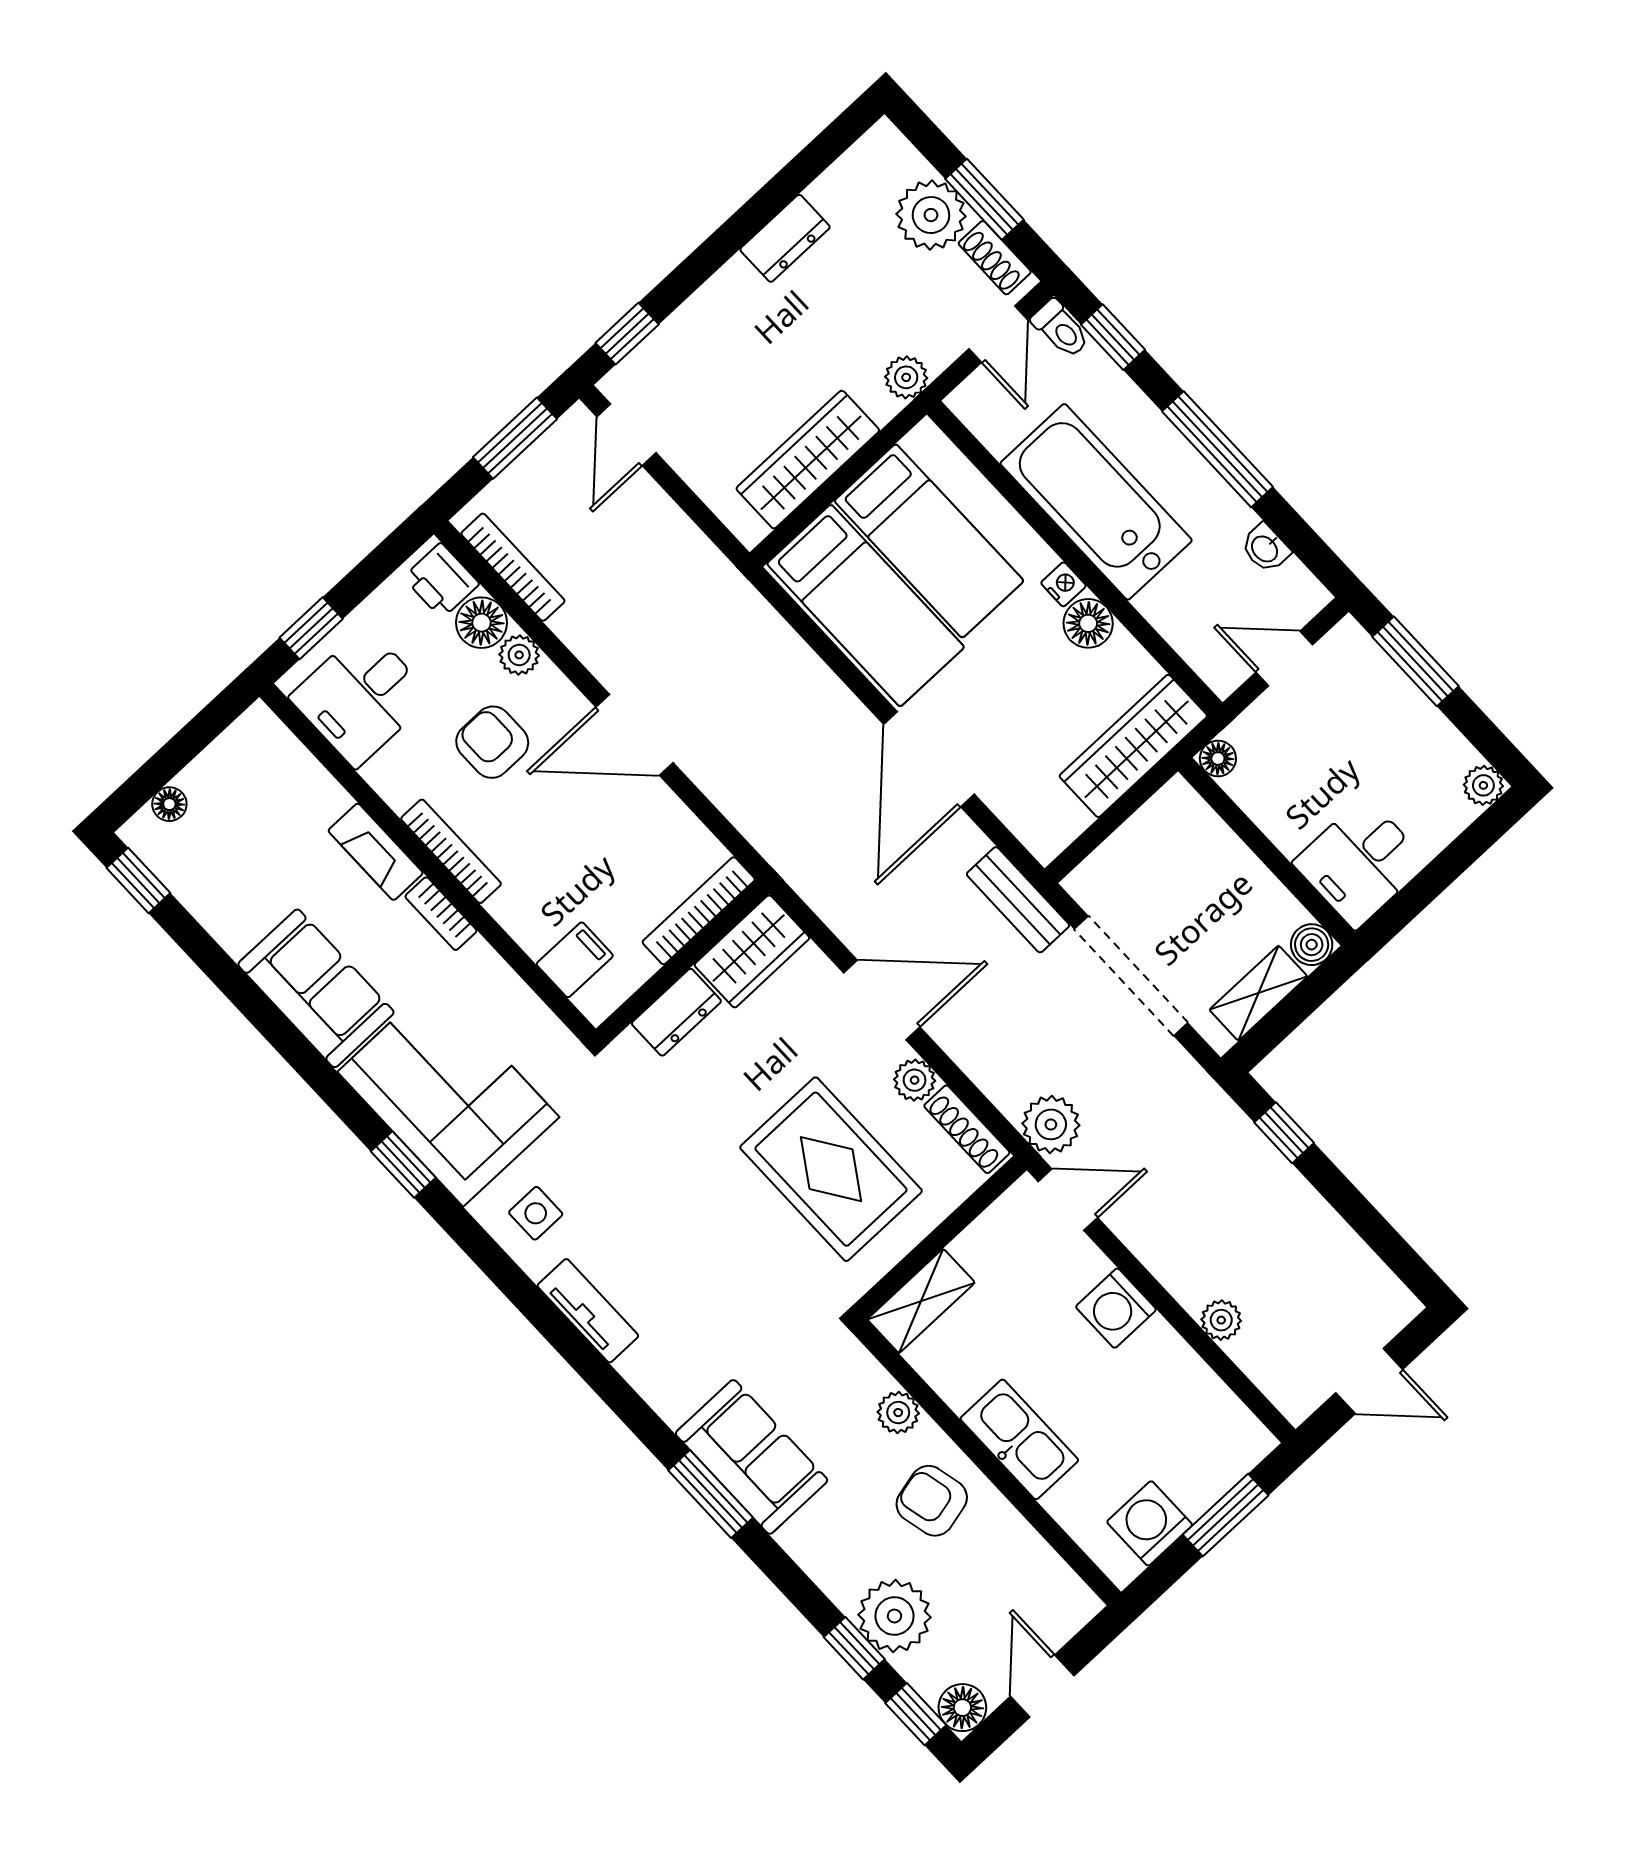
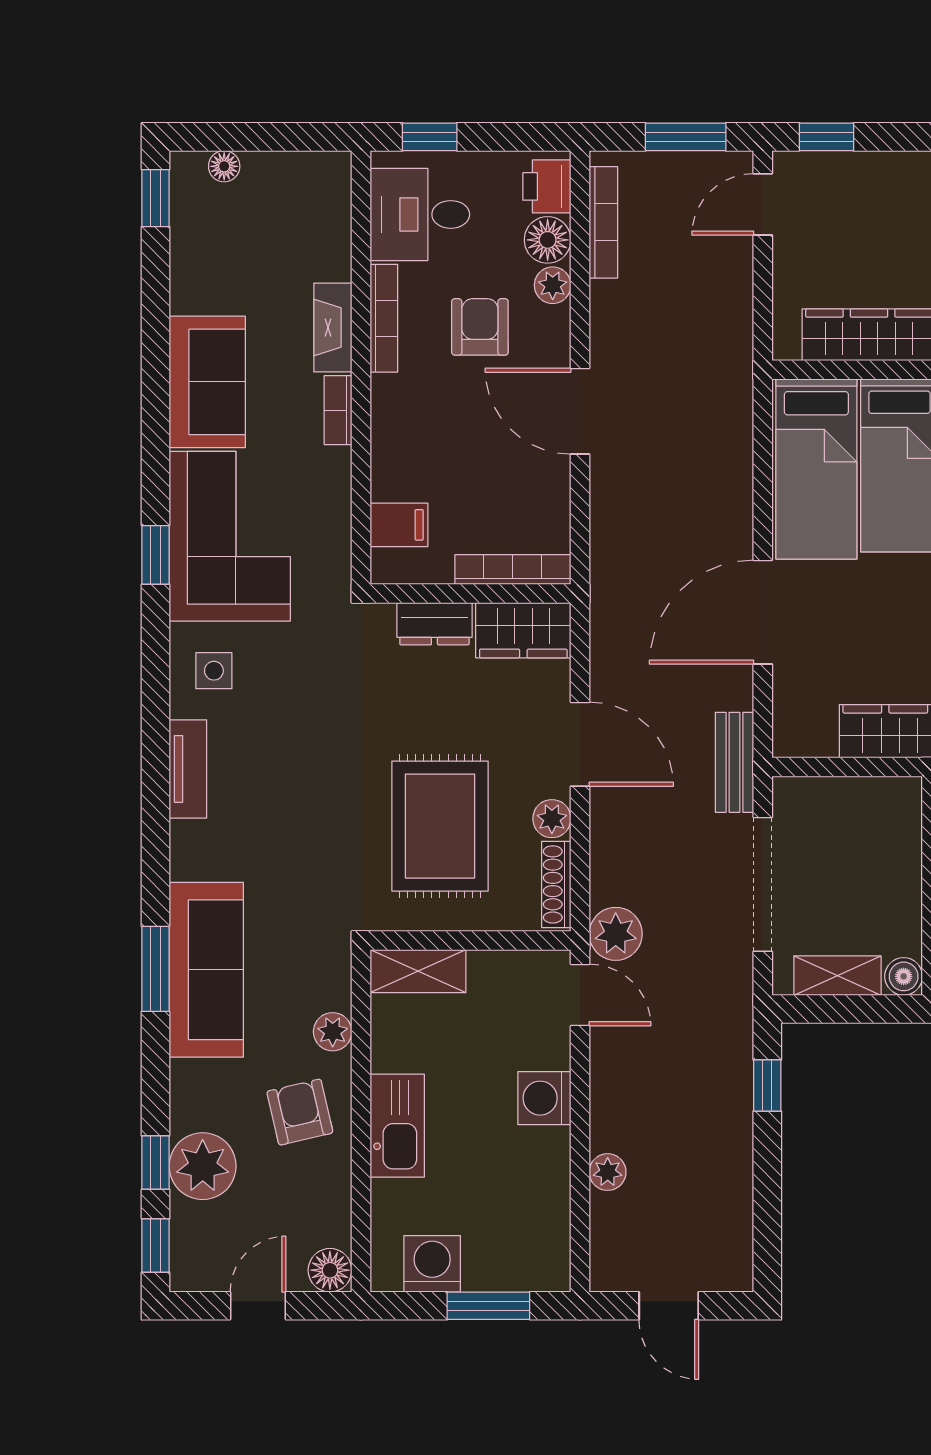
bookcase: (451, 851) -> (384, 318), moved
sofa: (752, 1457) -> (206, 970), width x1.36
floor lamp: (962, 1708) -> (330, 1270), moved

